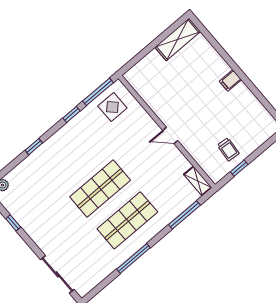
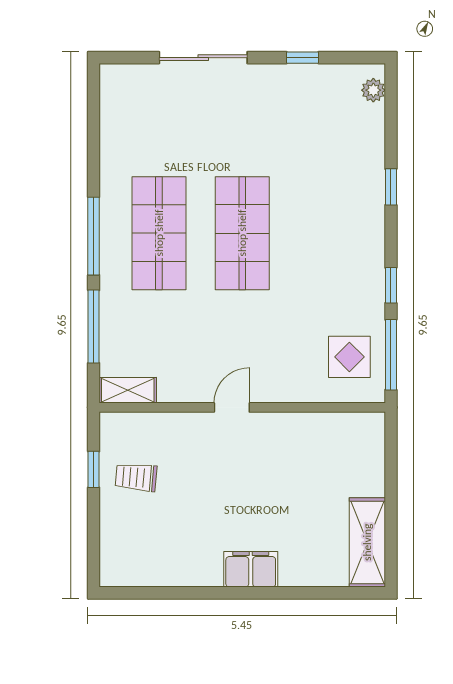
filing cabinet: (230, 80) -> (251, 569), width x2.00
window: (133, 259) -> (94, 236), moved
sliding door: (57, 274) -> (203, 58), moved

